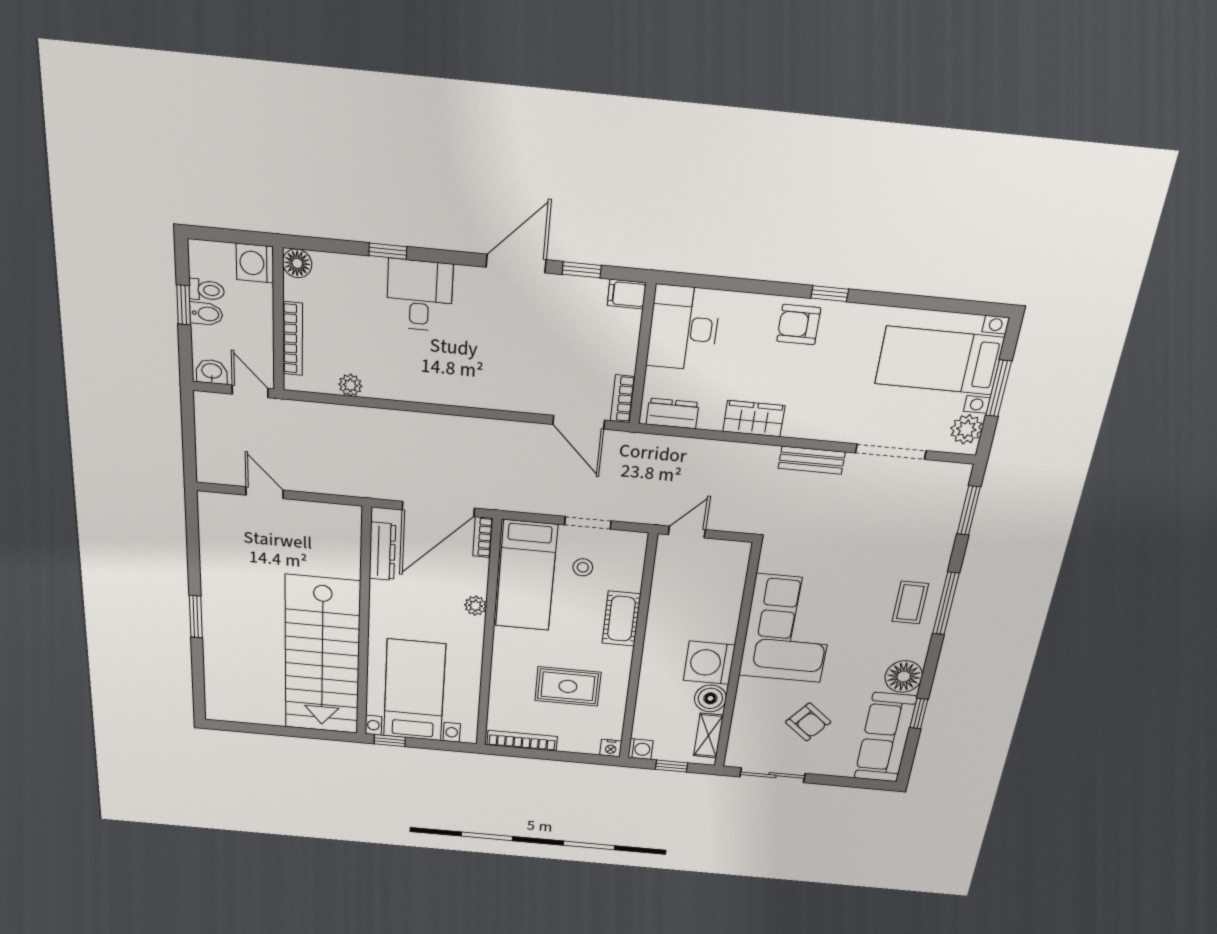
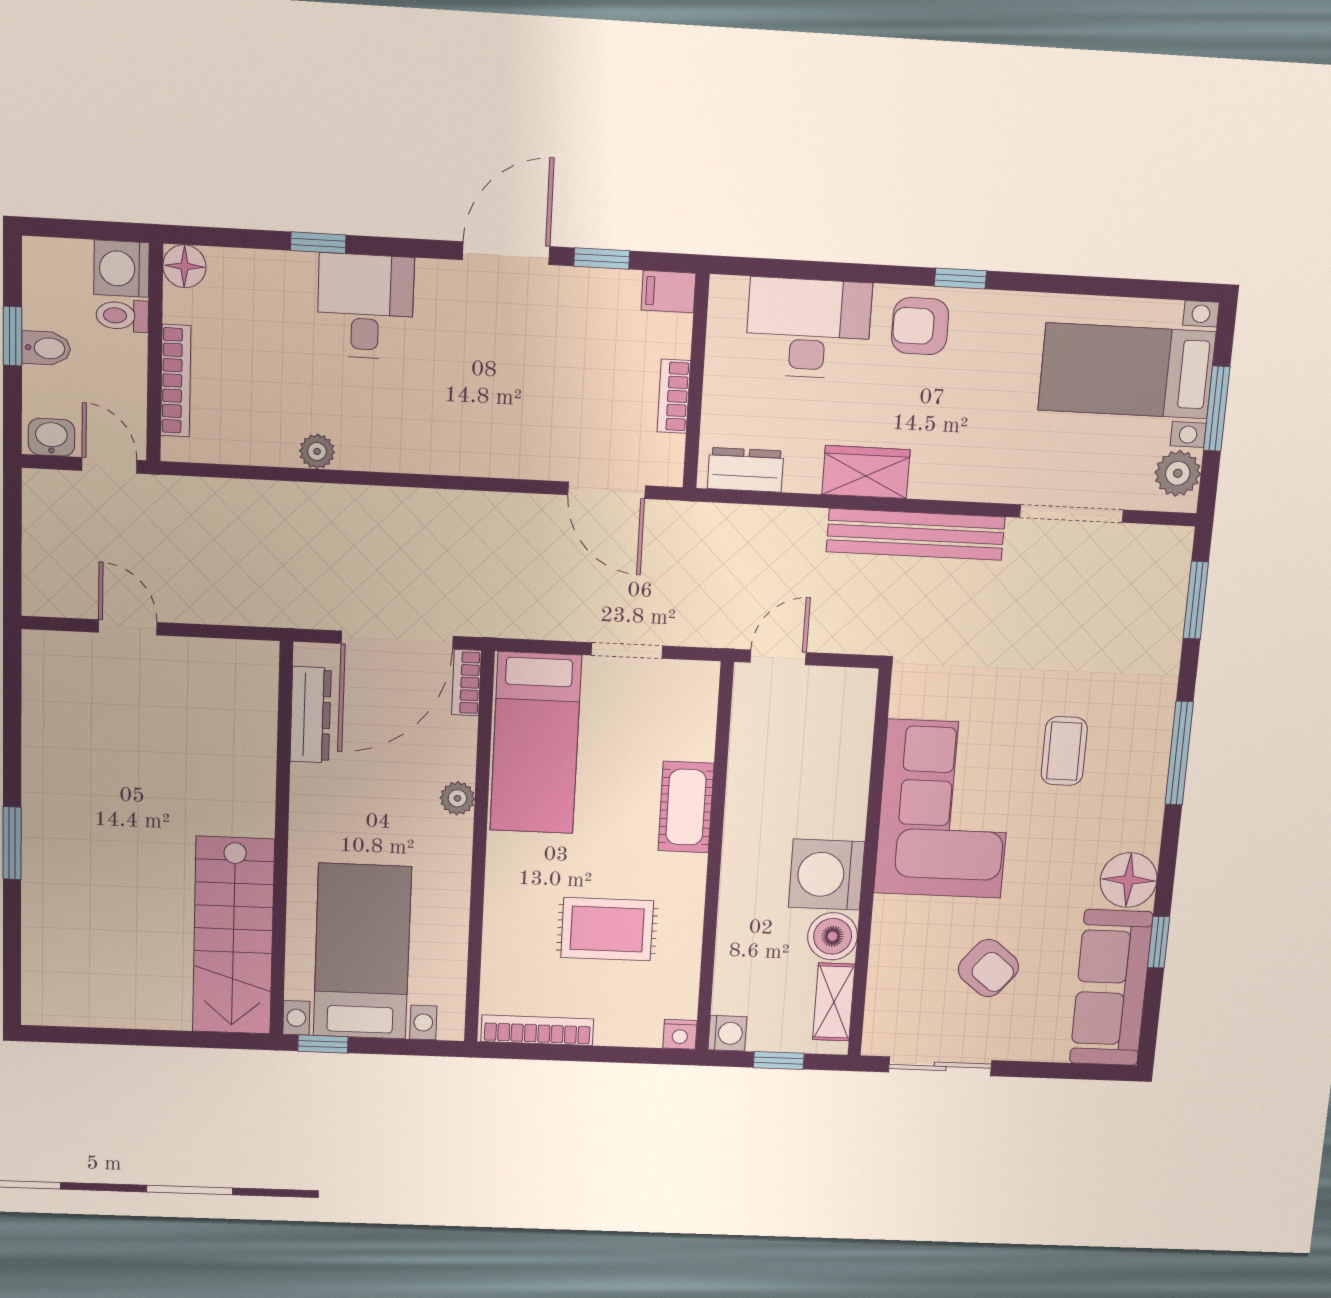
toilet: (207, 290) -> (122, 316), moved, turned 180
desk: (683, 328) -> (808, 328), moved, turned 90
plant: (350, 385) -> (317, 451), moved
bookcase: (623, 399) -> (674, 396), moved
bench: (812, 460) -> (916, 534), width x1.86, depth x1.21
stool: (583, 567) -> (622, 724), removed
coffee table: (910, 603) -> (1064, 751), moved
stairs: (322, 656) -> (233, 936), width x0.73, depth x0.66

